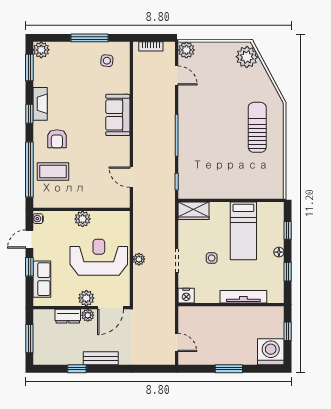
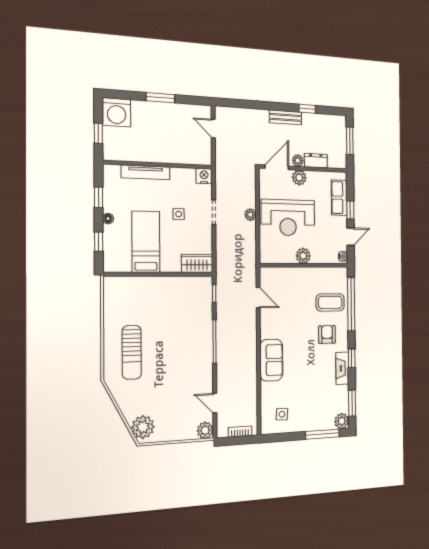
window: (89, 38) -> (322, 434), moved

